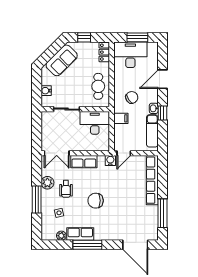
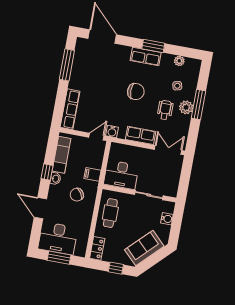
desk: (130, 55) -> (58, 238), moved
door: (162, 79) -> (40, 208), swing flipped
row of seats: (152, 180) -> (70, 109), width x0.73
plant: (47, 183) -> (186, 107), moved
row of seats: (80, 234) -> (146, 57), moved
window: (87, 245) -> (153, 46), width x0.69

